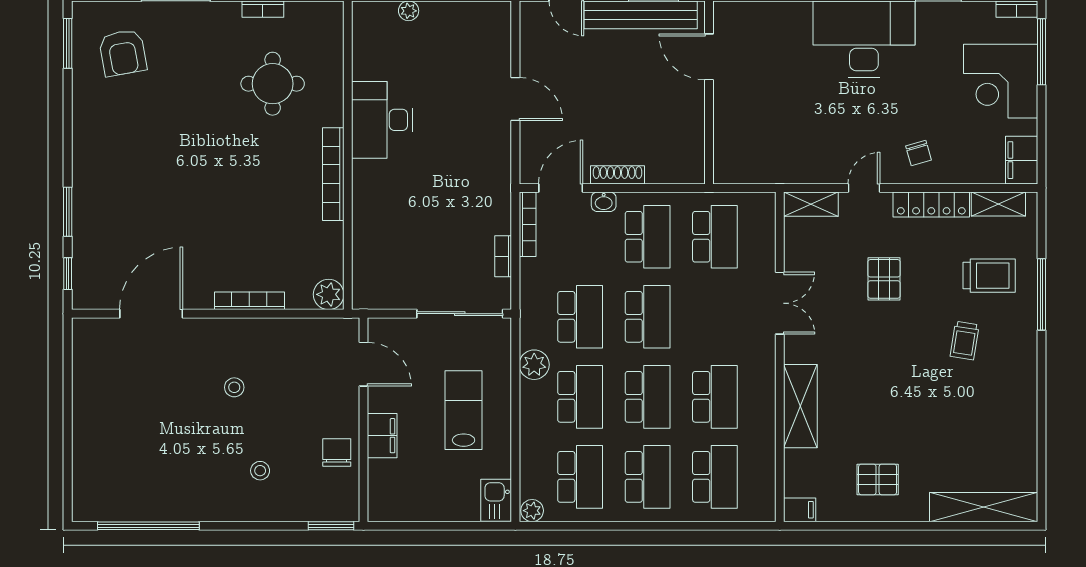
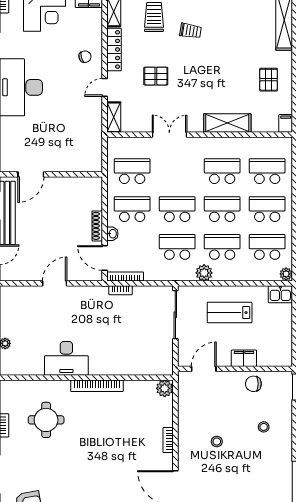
door: (864, 188) -> (105, 87), hinge flipped
bookcase: (503, 256) -> (121, 290), moved
bookcase: (249, 301) -> (168, 440), width x0.64

